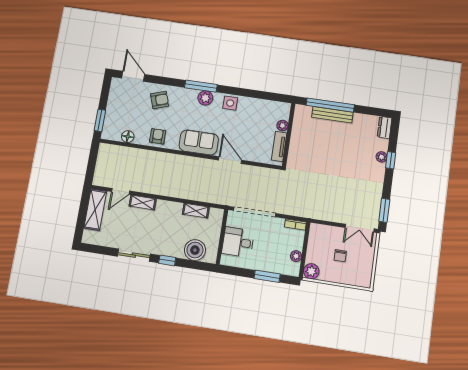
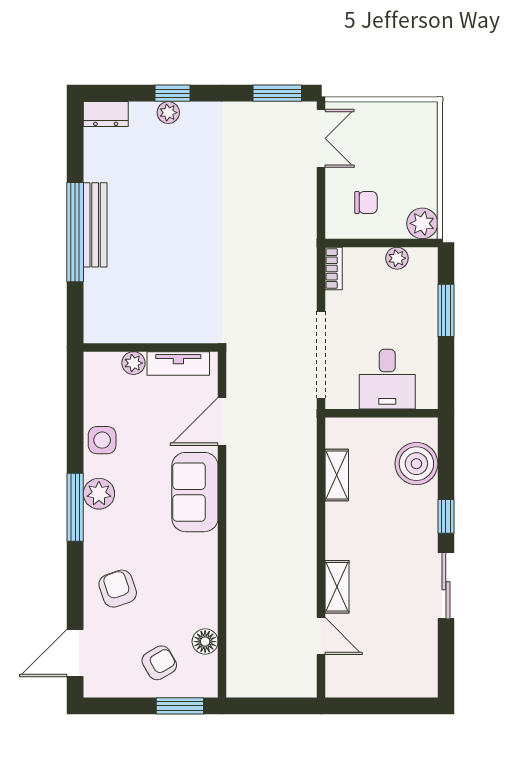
plant: (282, 126) -> (133, 363), moved
wall: (289, 135) -> (151, 347), moved
armchair: (158, 136) -> (159, 663), moved, turned 150
tv unit: (279, 146) -> (178, 363), moved
shelving: (95, 210) -> (366, 681), removed
chair: (340, 256) -> (366, 203), moved

